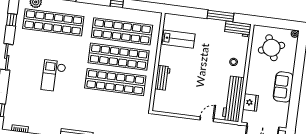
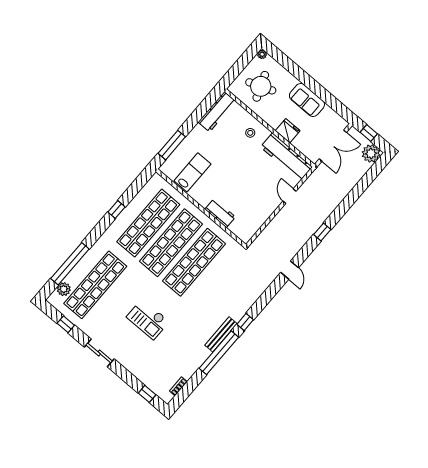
window: (220, 16) -> (172, 145), moved
workbench: (238, 29) -> (217, 112), width x1.38
fridge: (250, 102) -> (288, 131), moved

